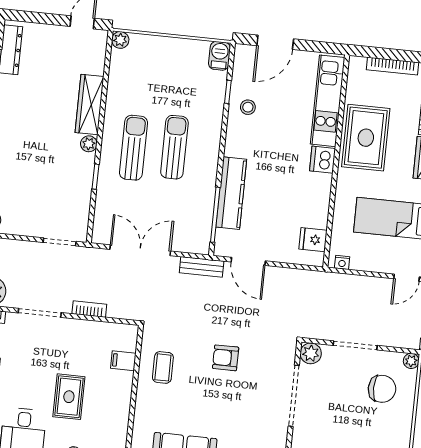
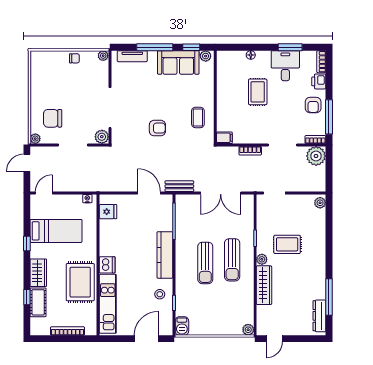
rug: (48, 162) -> (287, 244), added
kitchen counter: (231, 193) -> (165, 255), moved
filing cabinet: (123, 361) -> (224, 138), moved

